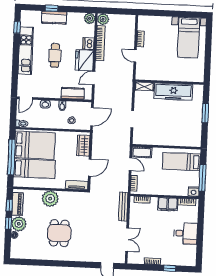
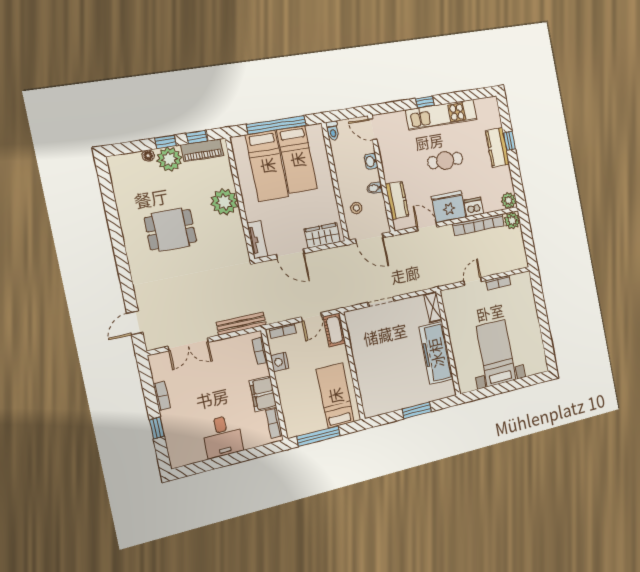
window: (17, 27) -> (425, 102), moved
bed with nightstands: (188, 38) -> (496, 353), moved, turned 90
bed: (35, 145) -> (297, 160), width x0.67
nightstand: (194, 192) -> (280, 362), moved

